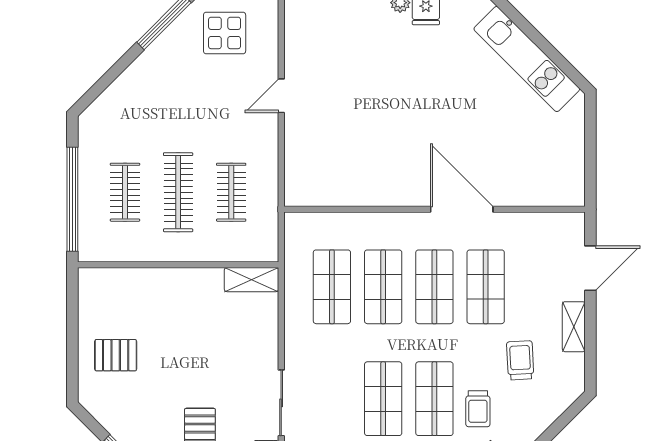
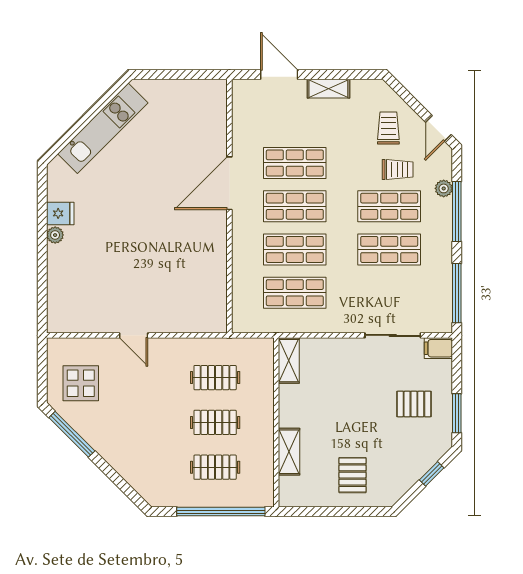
clothes rail: (178, 192) -> (215, 422), width x0.73
shelving: (143, 280) -> (289, 452), added
trolley: (520, 360) -> (388, 128), moved, turned 93

